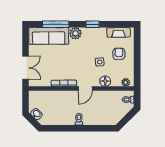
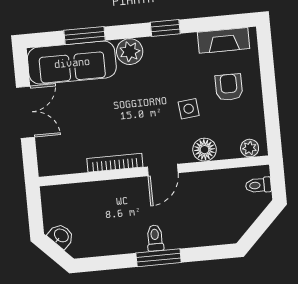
window: (56, 24) -> (85, 36), width x0.69
double door: (26, 68) -> (25, 112), moved
window: (80, 128) -> (159, 258), added

